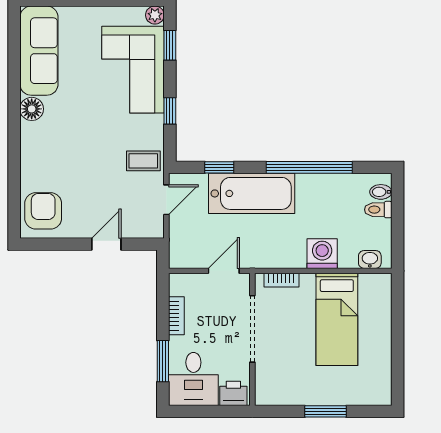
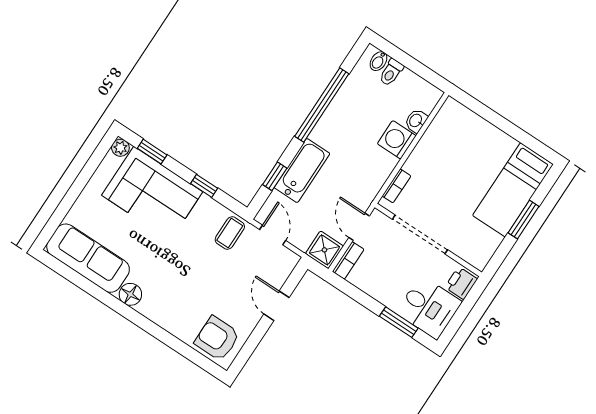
bathtub: (252, 193) -> (302, 171), width x0.73, depth x0.73
shower: (183, 254) -> (324, 250), added
washbasin: (370, 259) -> (416, 121), moved
bookcase: (176, 316) -> (348, 260), moved, turned 90
bed: (337, 319) -> (513, 190), moved, turned 90

